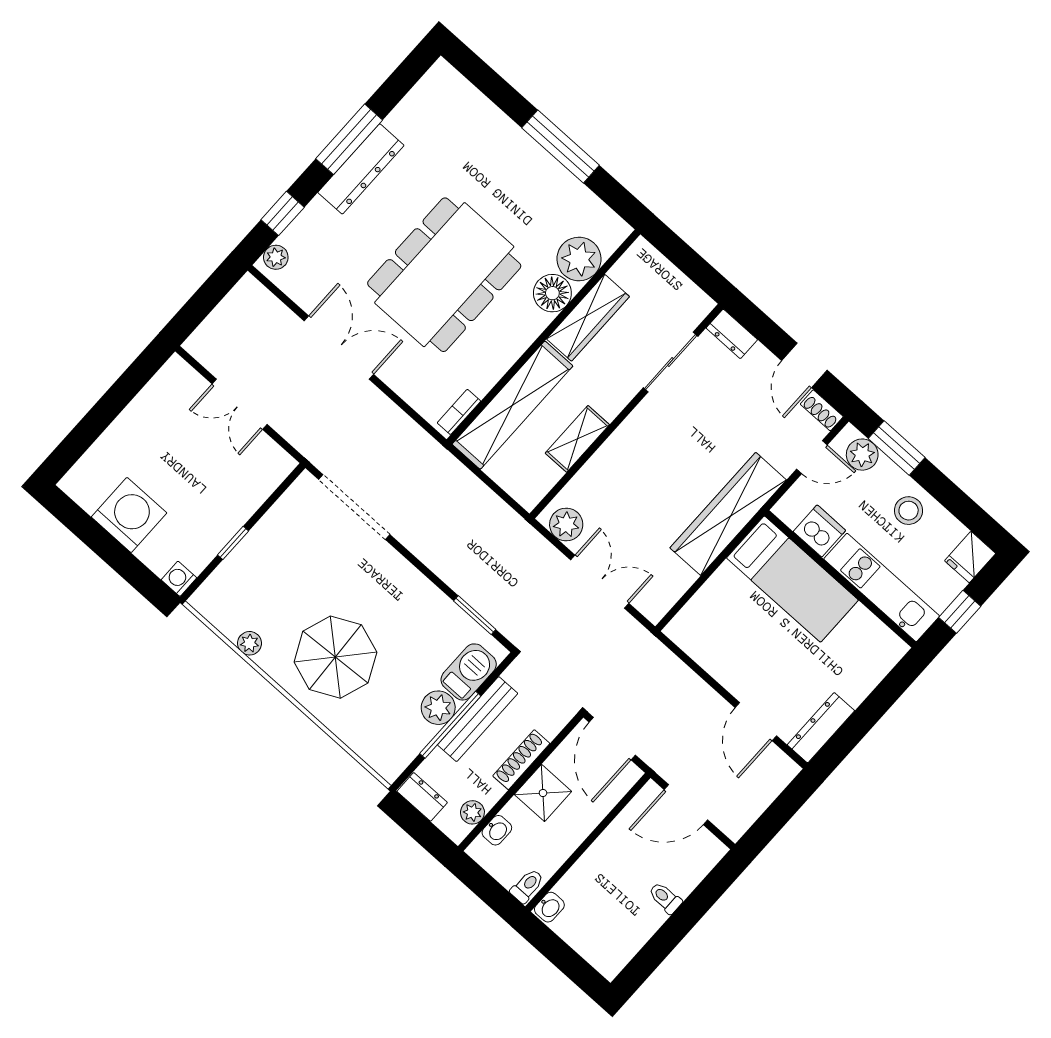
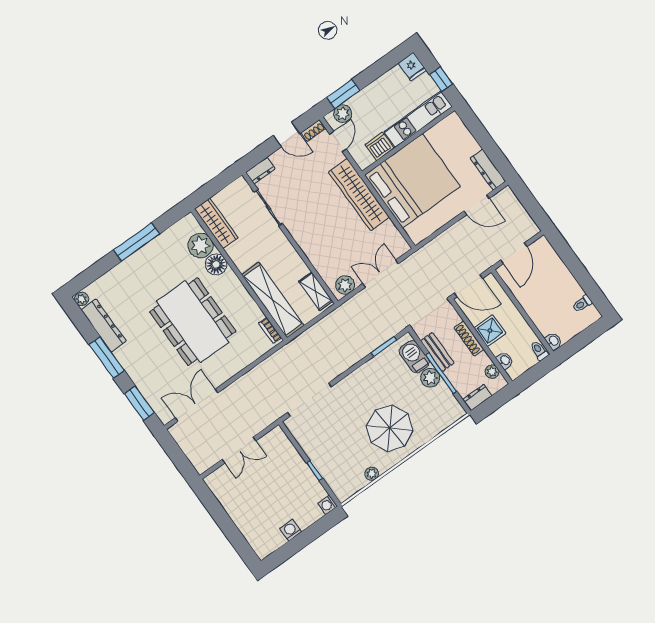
dresser: (361, 169) -> (103, 325), moved
window: (283, 213) -> (139, 403), width x1.50
plant: (276, 257) -> (81, 299), moved
wardrobe: (588, 318) -> (216, 223), moved
double door: (339, 348) -> (197, 405), moved
shelving: (577, 439) -> (316, 291), moved
stool: (909, 511) -> (379, 95), removed
washing machine: (129, 515) -> (291, 530), width x0.53, depth x0.53
bed: (792, 579) -> (412, 181), width x2.04
bench: (478, 719) -> (437, 352), width x0.73
toilet: (665, 898) -> (582, 304), moved

